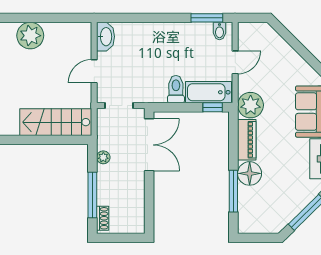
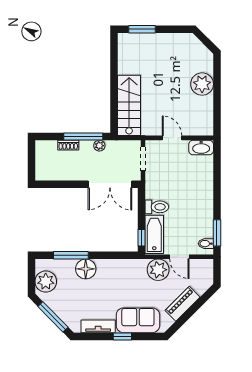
plant: (251, 105) -> (158, 270), moved
piano: (247, 140) -> (183, 304), moved, turned 135
window: (92, 195) -> (83, 136), moved
shoe rack: (103, 218) -> (68, 145), moved
plant: (264, 221) -> (46, 282), added

